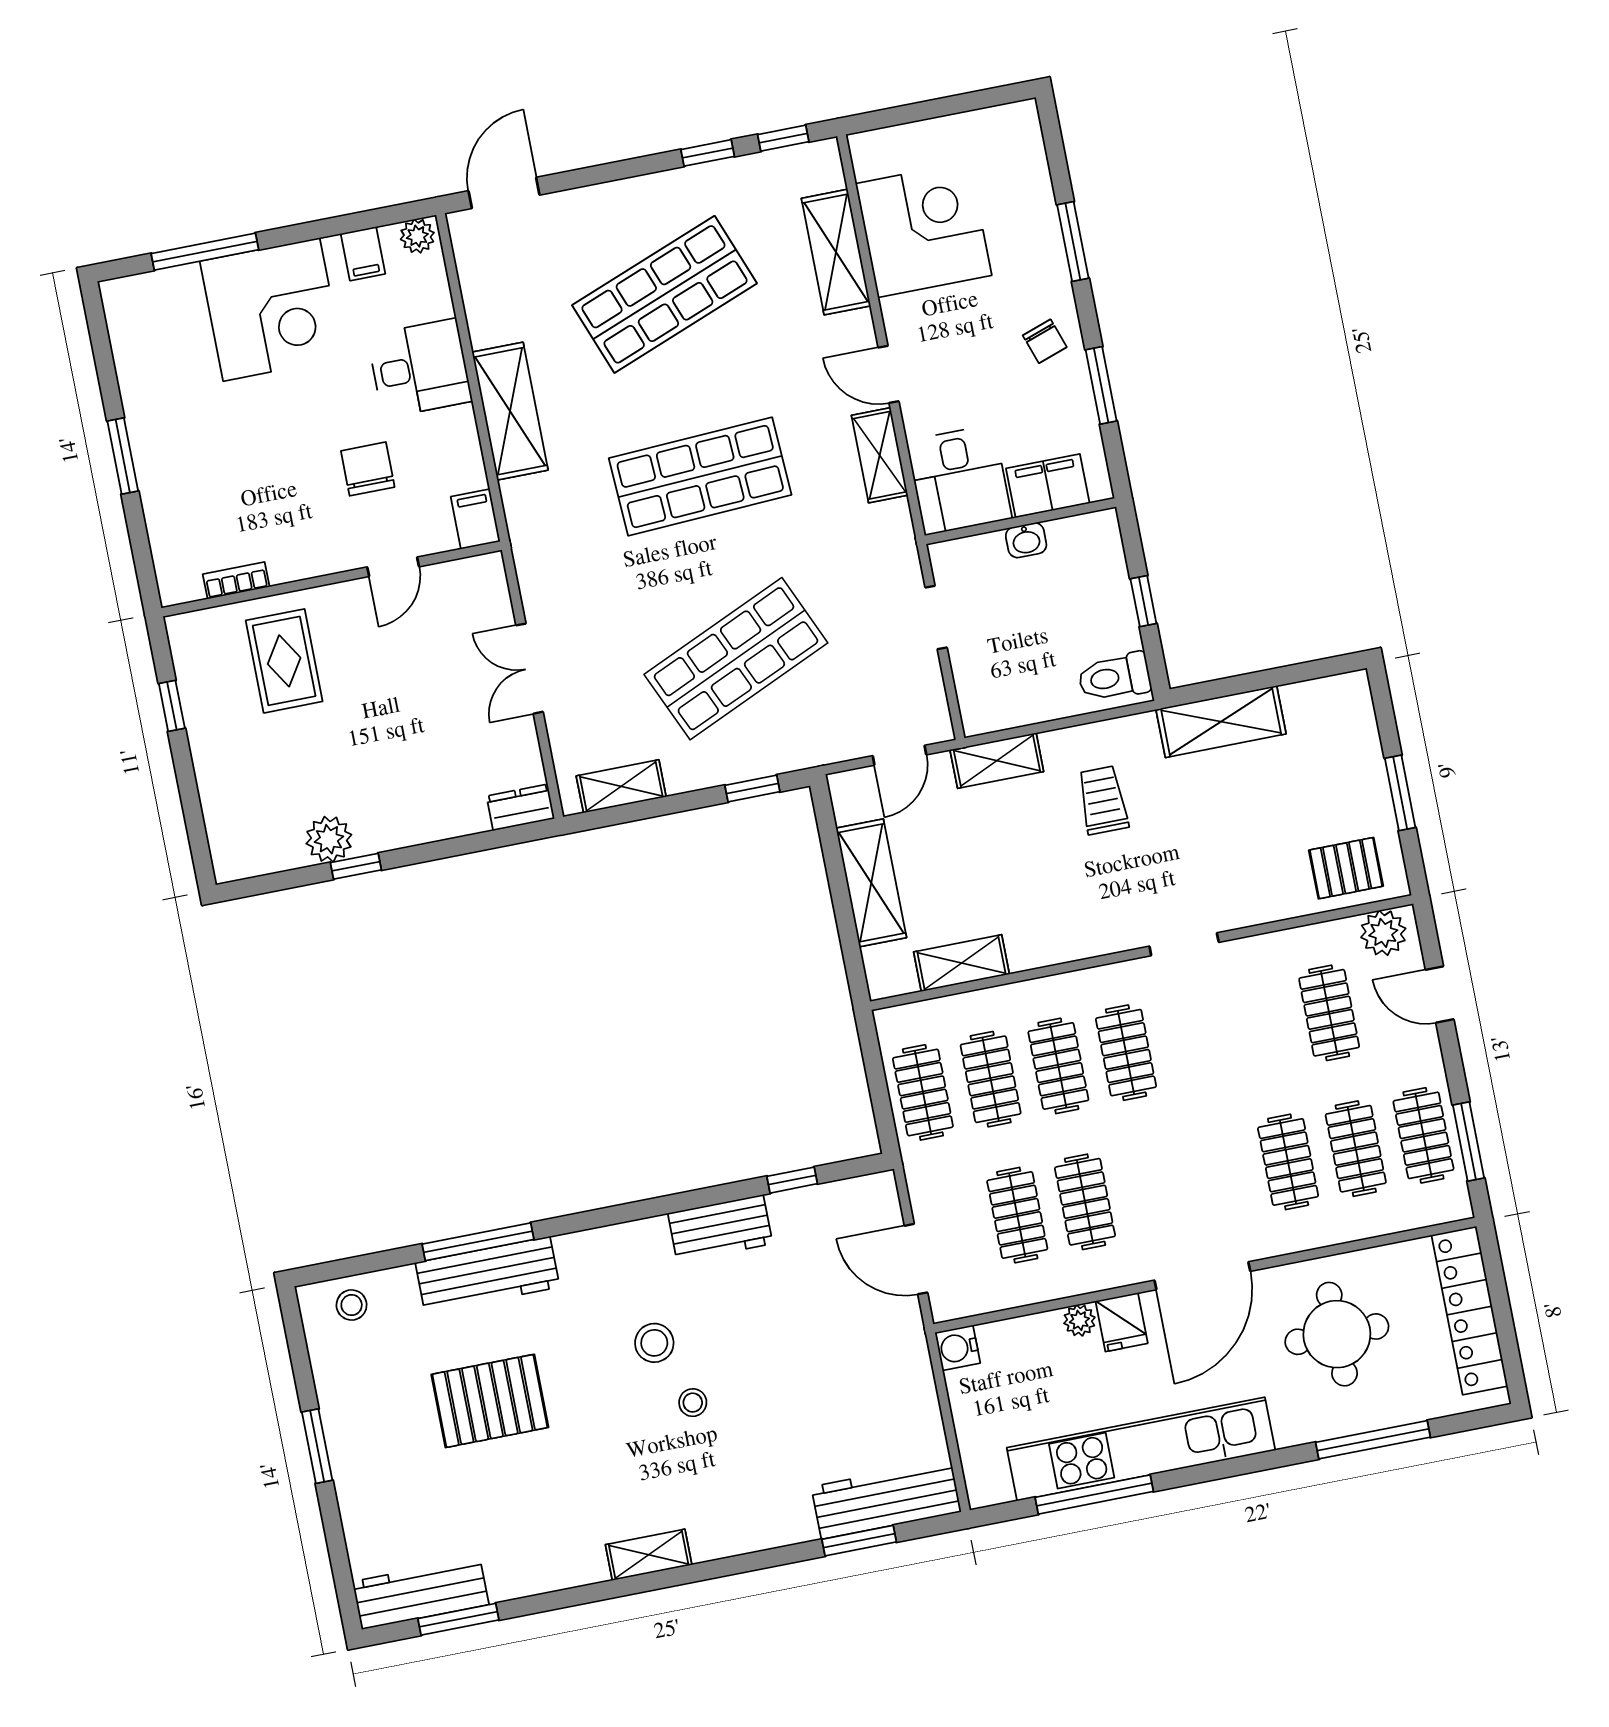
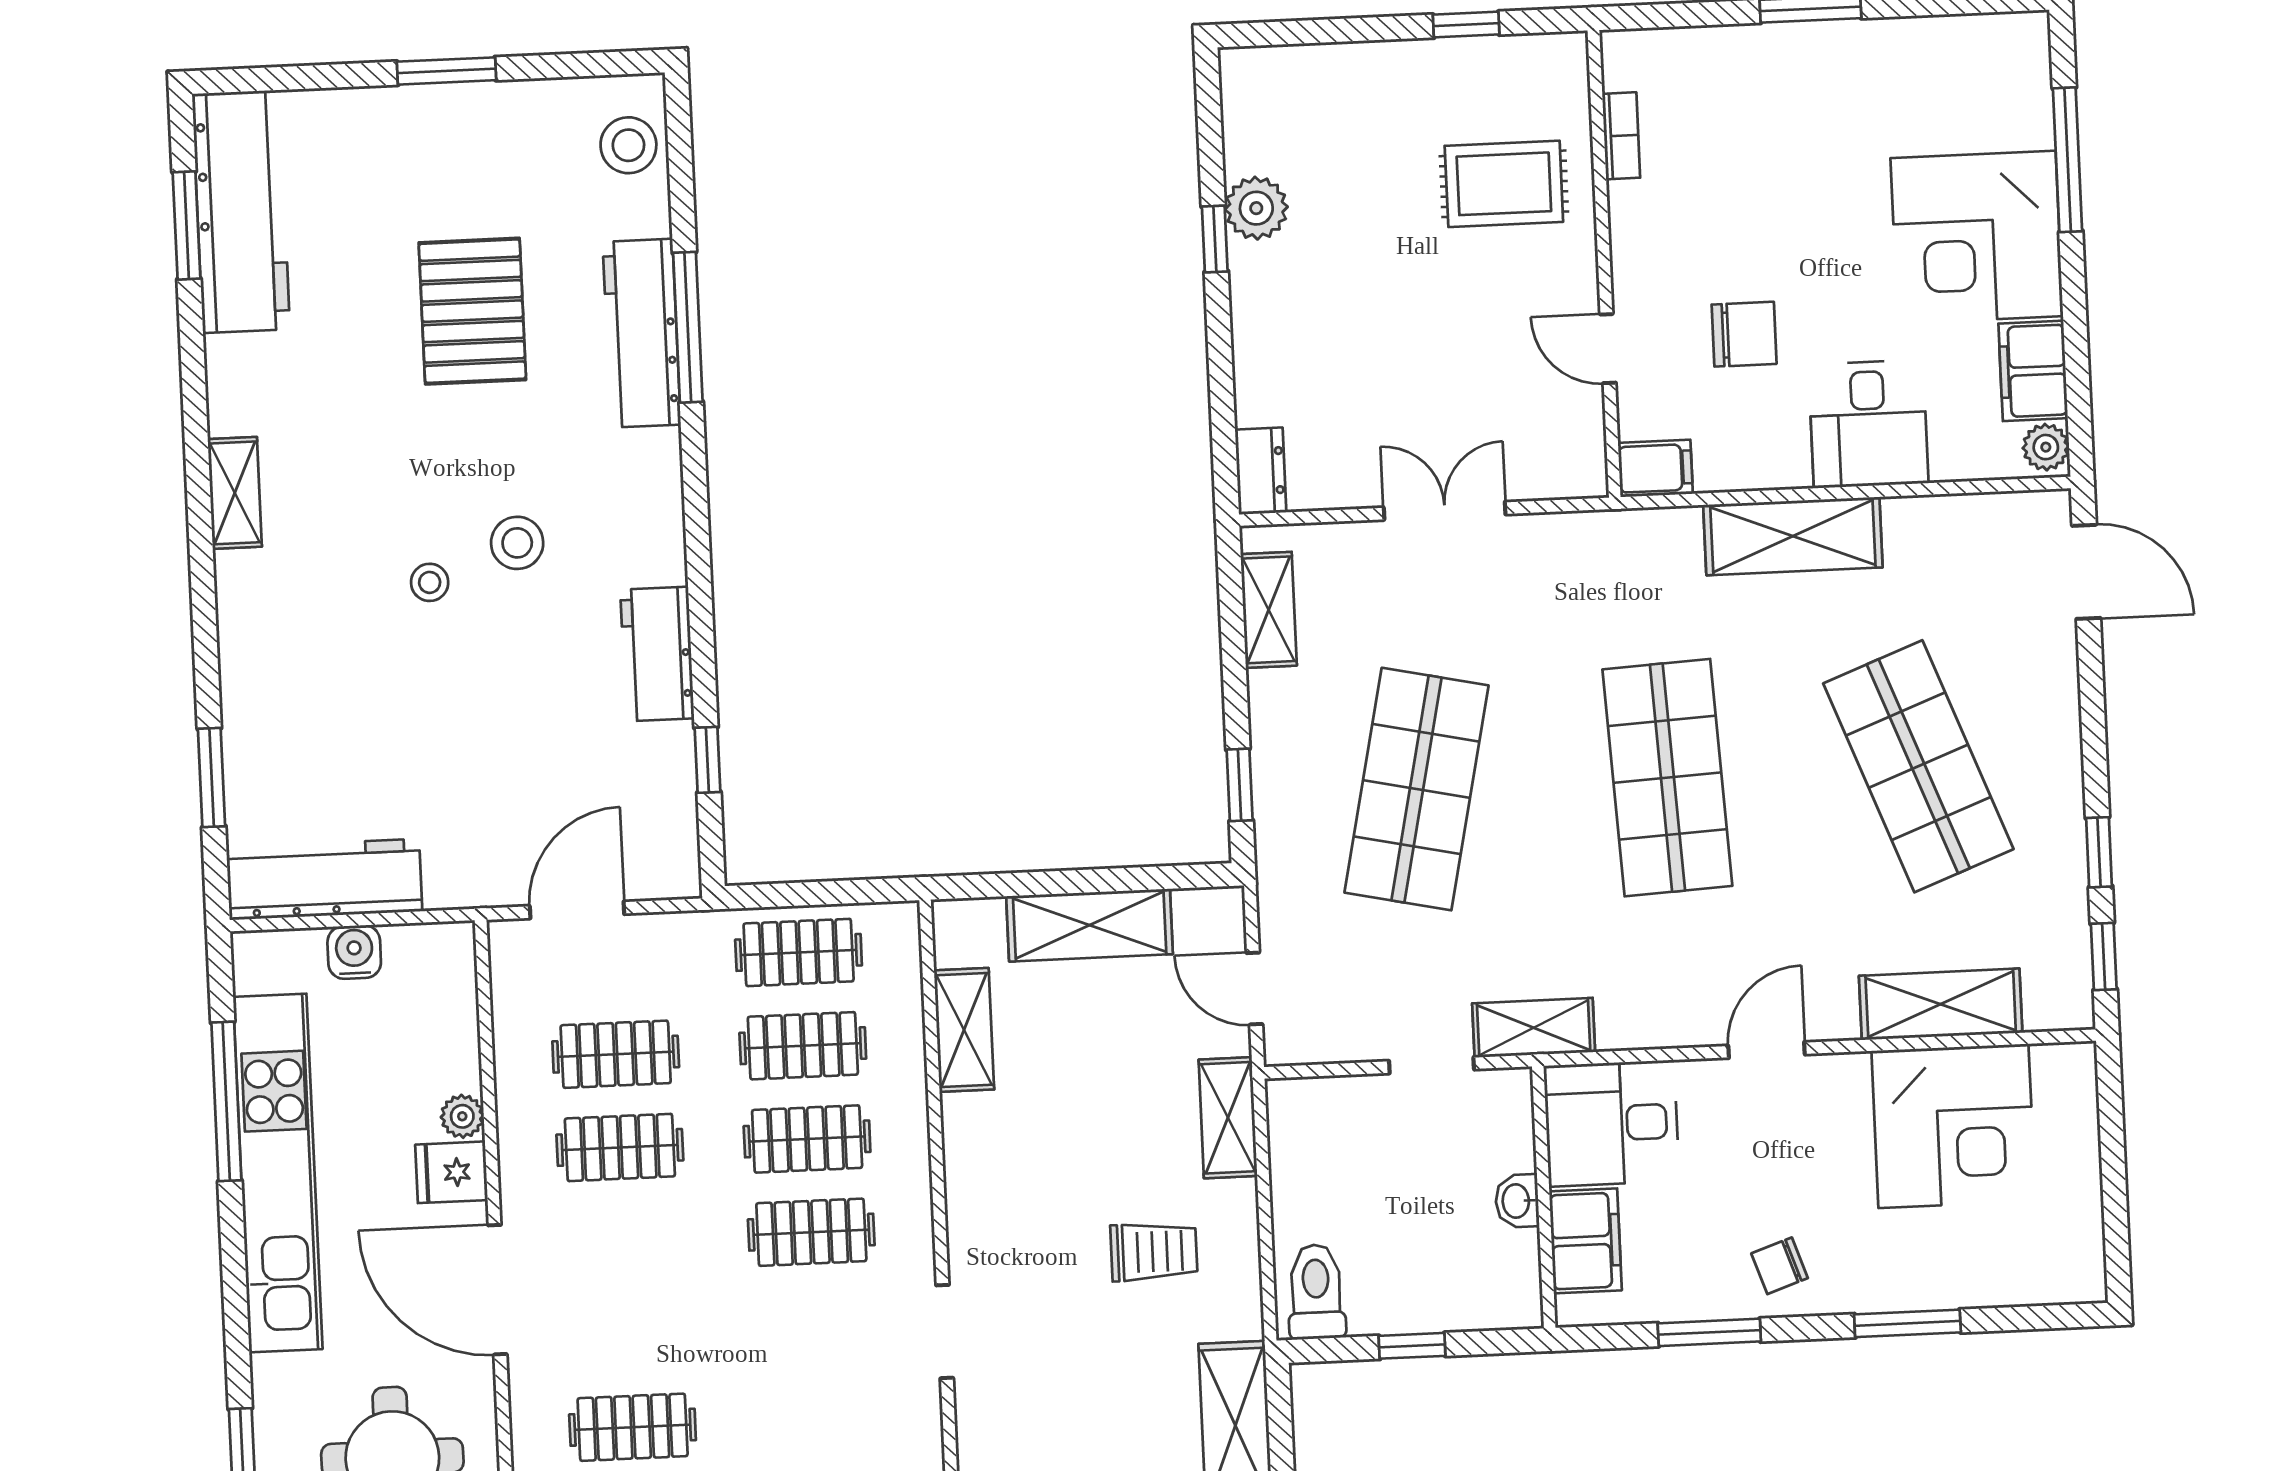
filing cabinet: (363, 254) -> (2033, 371), width x2.00
shelving: (880, 455) -> (1534, 1028), moved
shop shelf: (736, 659) -> (1416, 789), turned 36
stool: (352, 1305) -> (628, 145), width x1.37, depth x1.37
water cooler: (958, 1348) -> (354, 952), moved
workbench: (886, 1499) -> (324, 879), moved, turned -90
workbench: (421, 1593) -> (241, 212), width x1.36, depth x1.32

